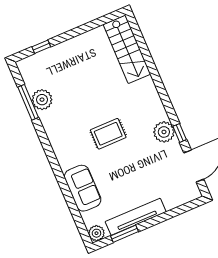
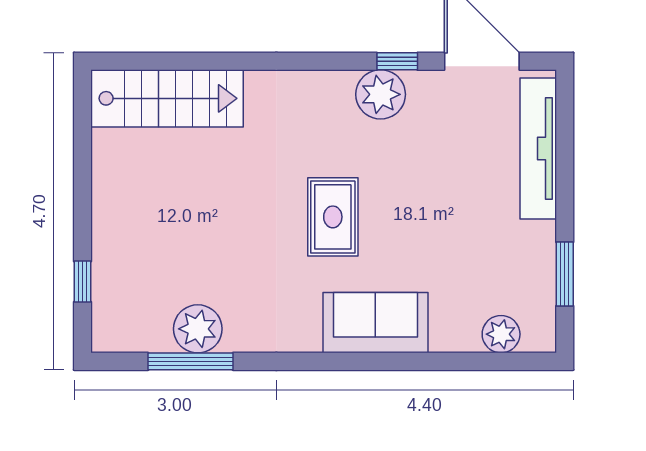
sofa: (83, 188) -> (375, 323), moved
tv unit: (136, 217) -> (538, 149), moved
plant: (96, 233) -> (501, 334), moved

